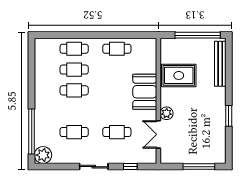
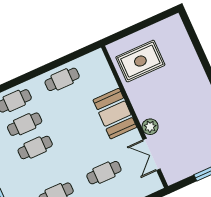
window: (198, 35) -> (146, 23), removed
bench: (220, 64) -> (185, 44), removed
rug: (179, 75) -> (140, 61), moved

